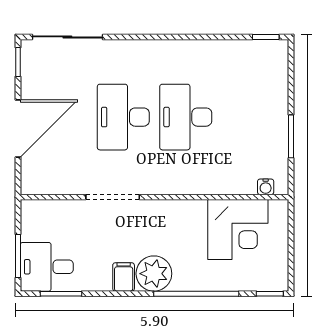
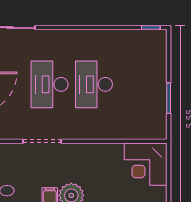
water cooler: (266, 187) -> (151, 134), removed
corner desk: (238, 230) -> (146, 164), moved, turned 90

